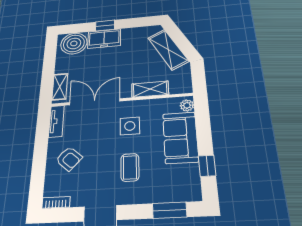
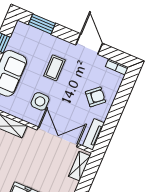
double door: (95, 102) -> (58, 137), swing flipped
armchair: (69, 159) -> (95, 97), turned 97

